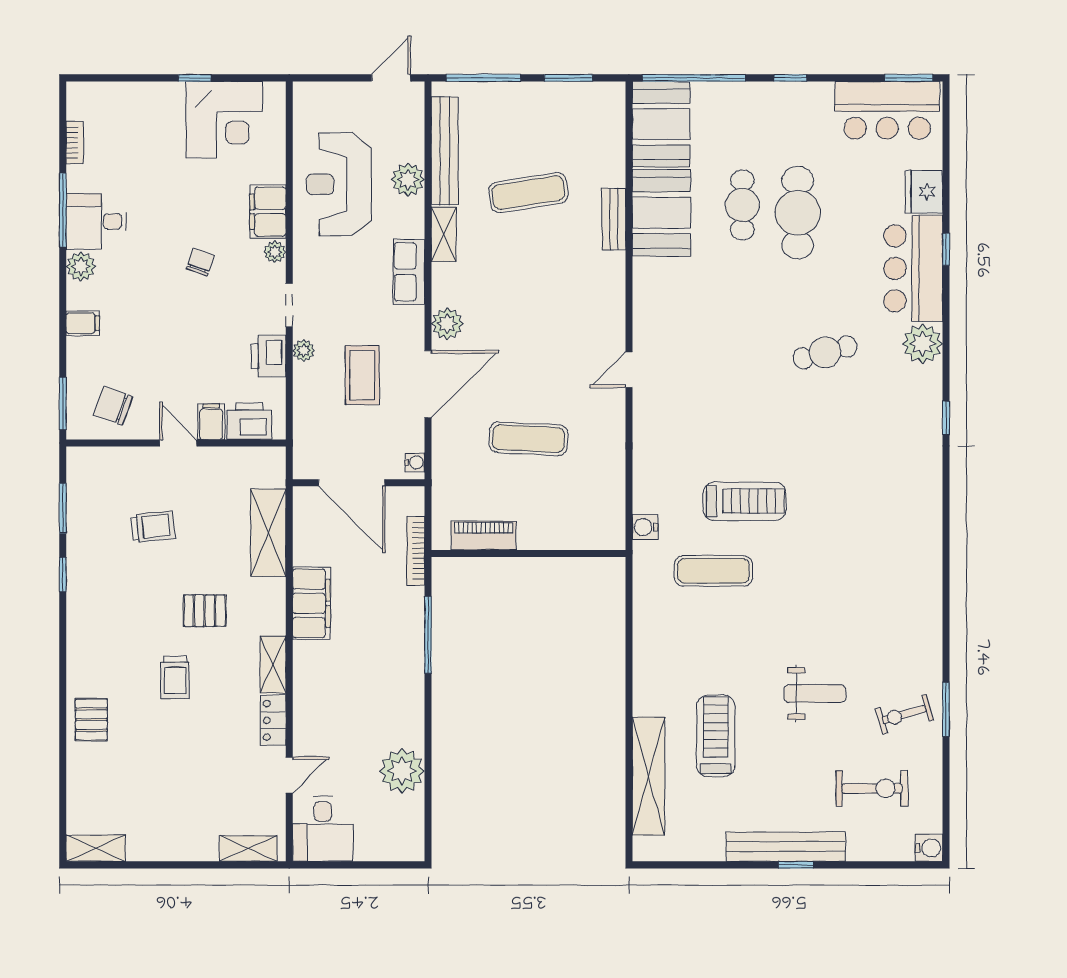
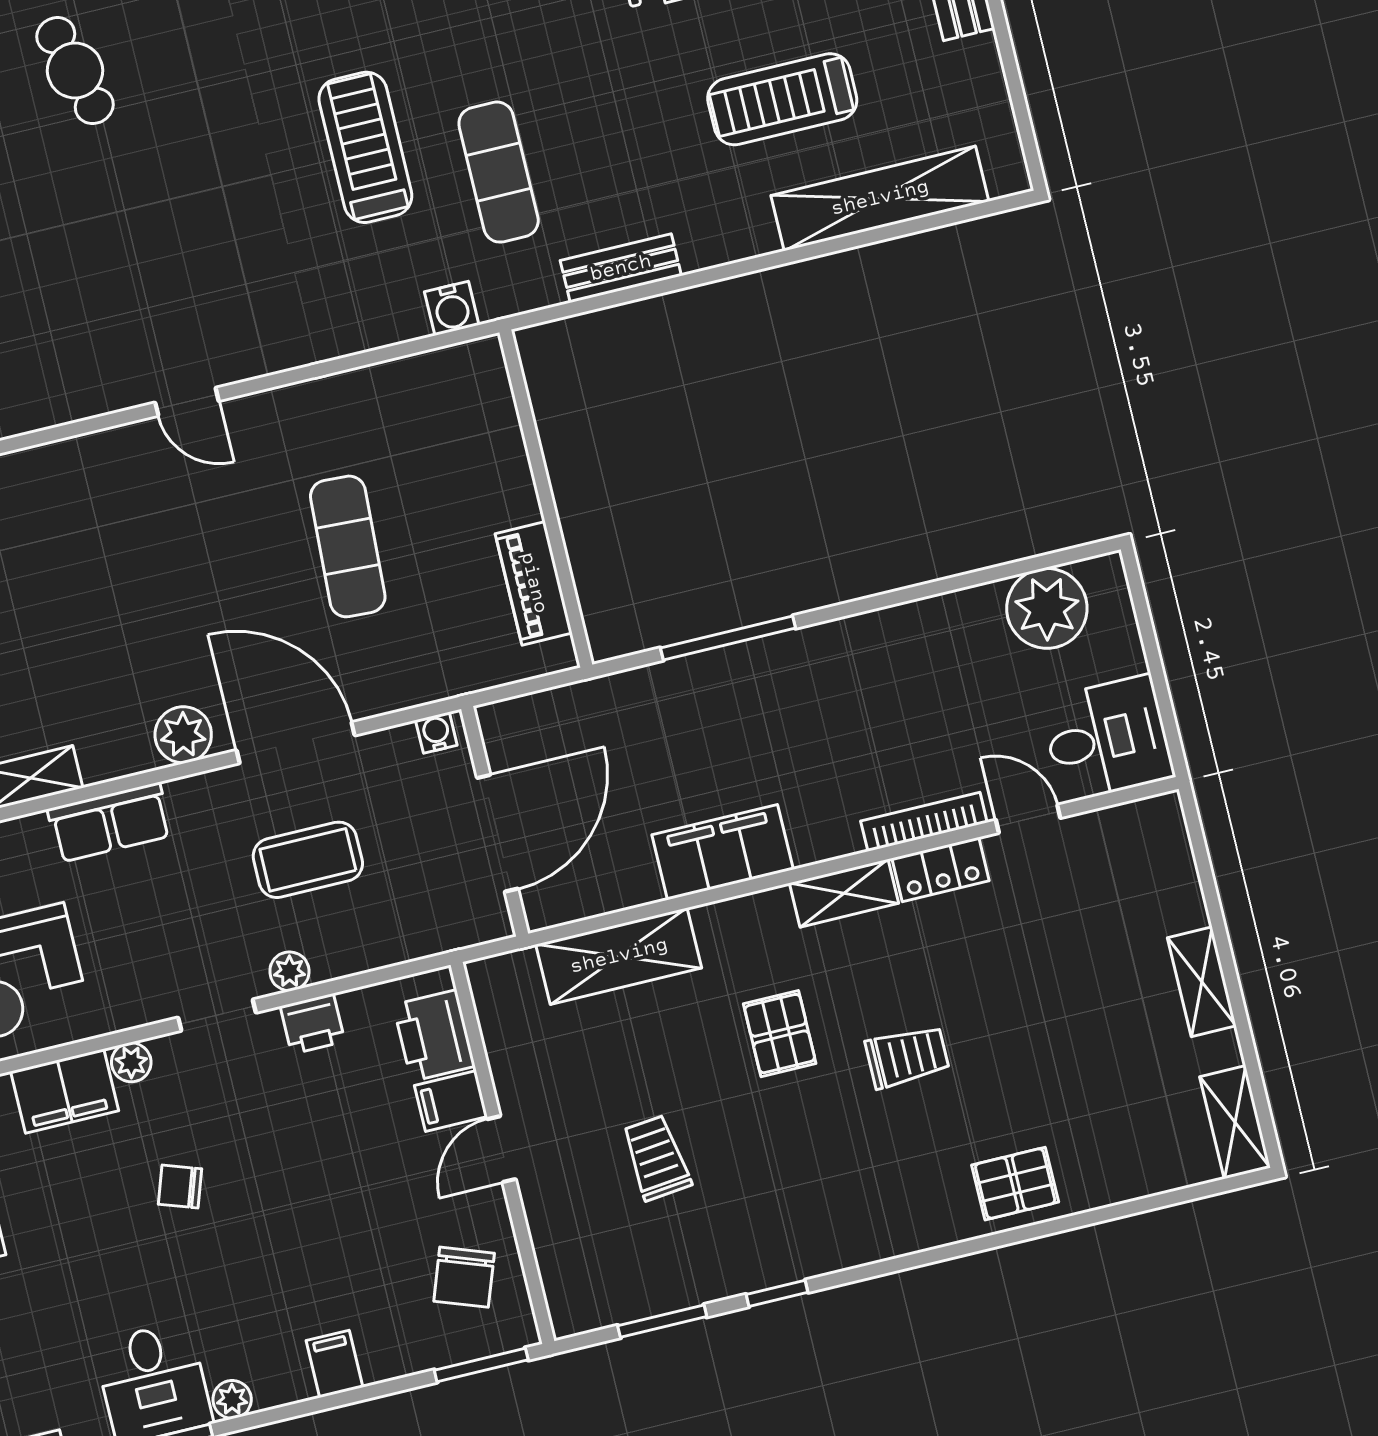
plant: (81, 266) -> (232, 1399), width x0.73, depth x0.73
printer: (268, 356) -> (312, 1024), width x0.73, depth x0.81
bookcase: (416, 551) -> (924, 822), moved, turned 180
bench: (645, 625) -> (621, 268), added
plant: (402, 771) -> (1047, 608), moved
shelving: (248, 849) -> (1202, 982), moved

